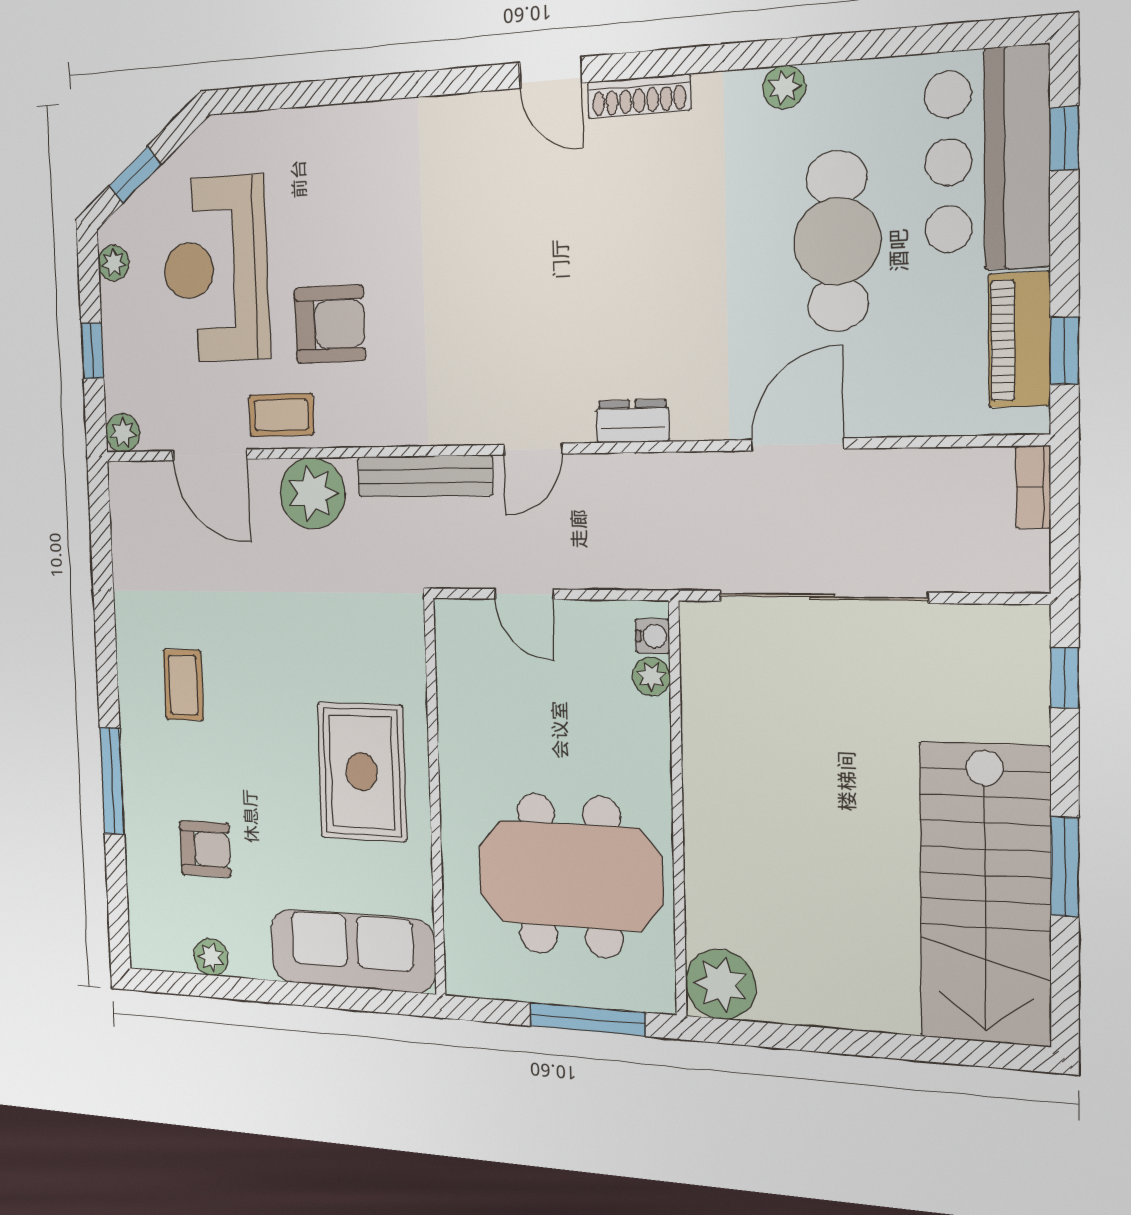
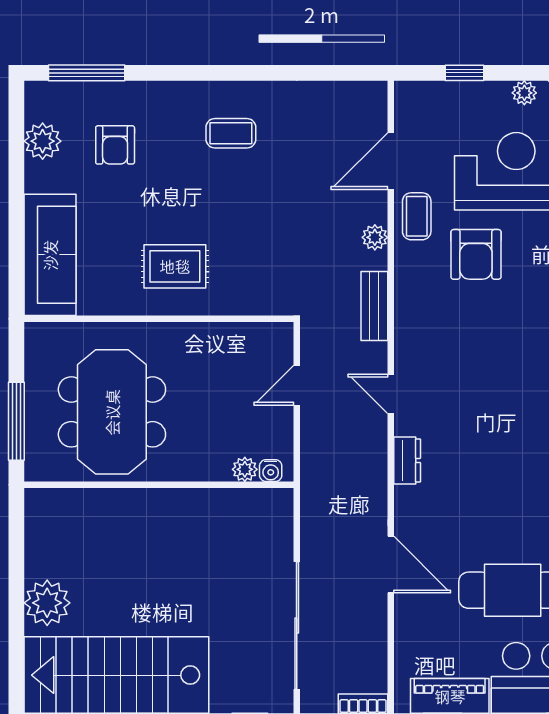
plant: (123, 433) -> (407, 94), removed
bench: (425, 476) -> (374, 306), width x0.73
plant: (312, 493) -> (375, 237), width x0.53, depth x0.53
sliding door: (822, 597) -> (297, 626), moved
rug: (362, 772) -> (175, 266), width x0.73, depth x0.70
window: (112, 781) -> (87, 73), moved
plant: (211, 957) -> (43, 141), width x1.38, depth x1.38
plant: (721, 984) -> (47, 603), moved

